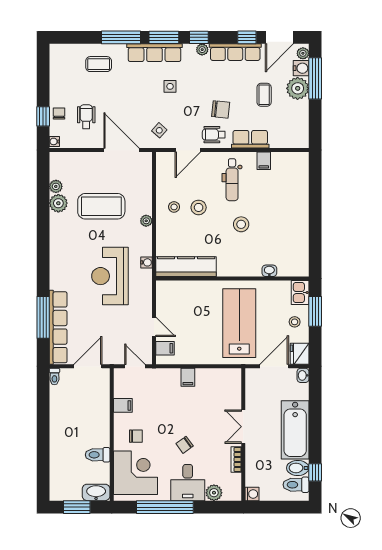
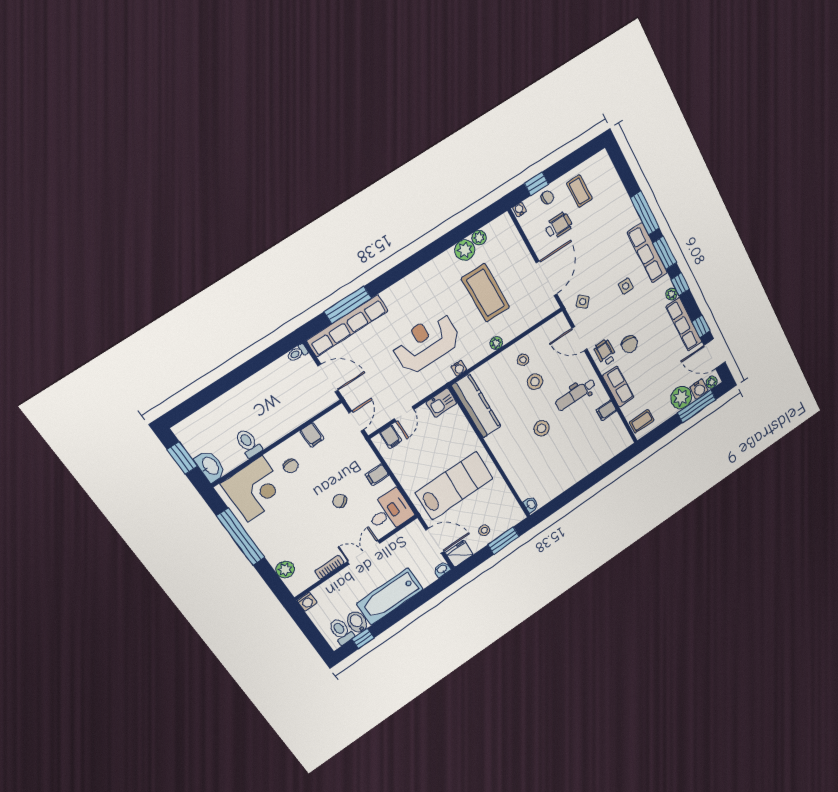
coffee table: (99, 64) -> (579, 191), moved
coffee table: (264, 95) -> (642, 421), moved
washbasin: (269, 271) -> (531, 505), moved
kitchen sink: (300, 293) -> (441, 403), moved, turned 180
chair: (185, 445) -> (340, 501), moved
desk: (188, 483) -> (390, 512), moved, turned 180

